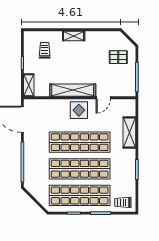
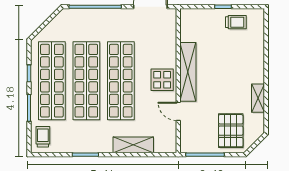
shelving: (74, 36) -> (258, 98), moved
trolley: (45, 50) -> (236, 22), moved
pallet: (118, 57) -> (231, 131), width x1.50, depth x1.42
shelving: (29, 85) -> (194, 15), removed

